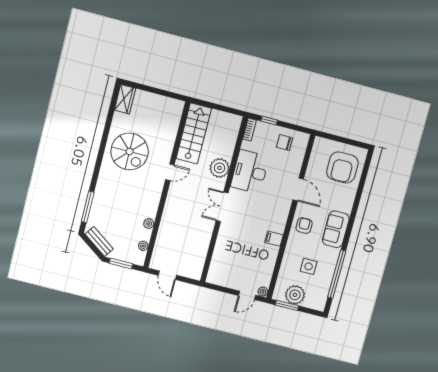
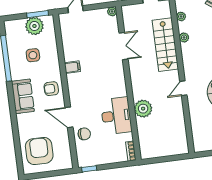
window: (269, 121) -> (89, 169), moved
stairs: (194, 133) -> (165, 45), moved
chair: (284, 143) -> (84, 134), moved
double door: (222, 207) -> (124, 46), moved
armchair: (304, 226) -> (51, 89), turned 90
plant: (263, 292) -> (112, 11), moved

